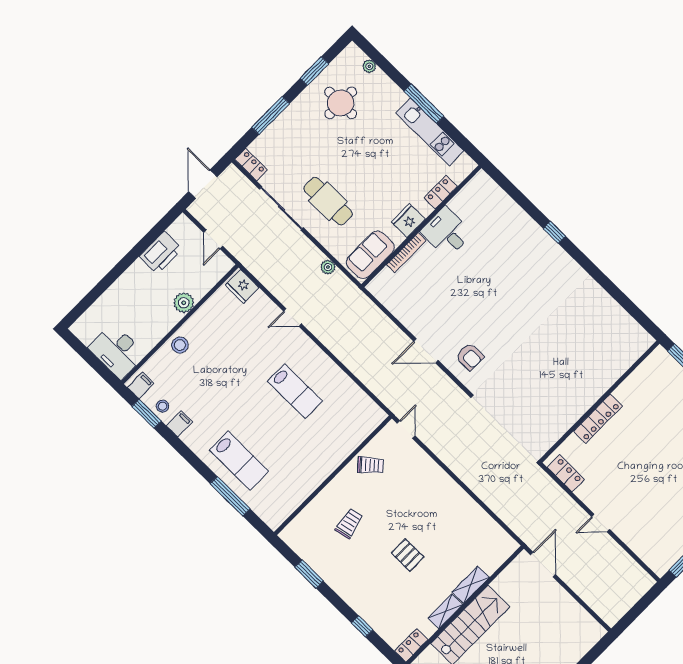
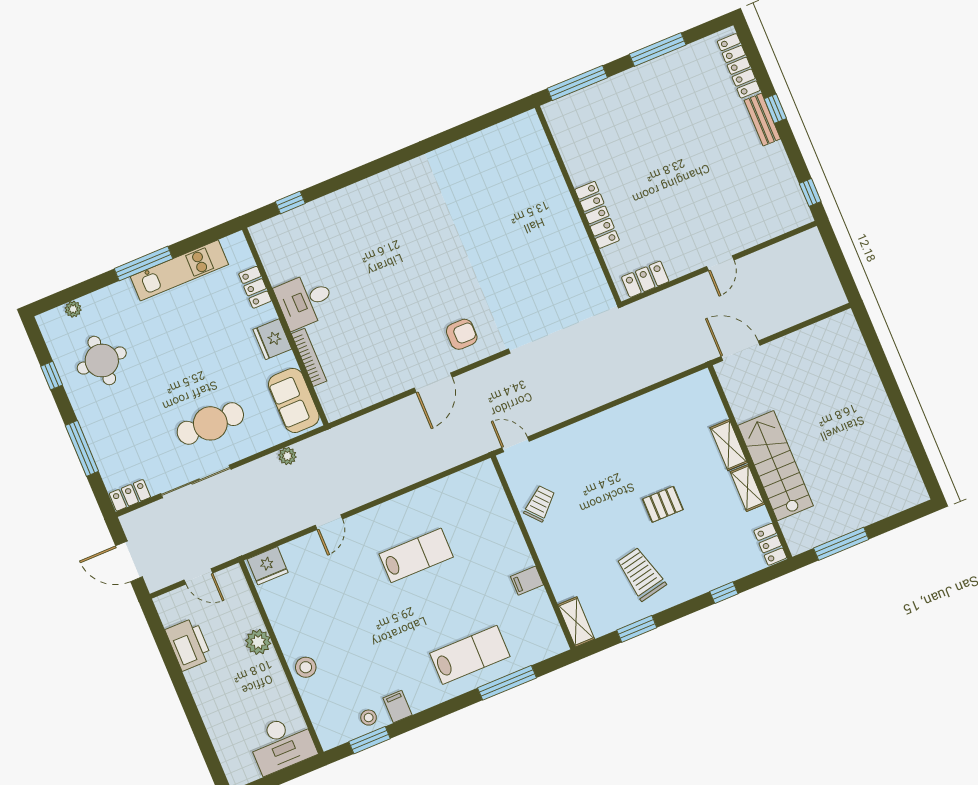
window: (314, 71) -> (52, 376), width x0.67
window: (554, 232) -> (290, 202), moved
filing cabinet: (141, 385) -> (527, 581), moved, turned -90
trolley: (349, 523) -> (641, 574), moved, width x1.36, depth x1.39
shelving: (296, 528) -> (576, 622), added

